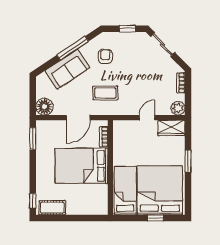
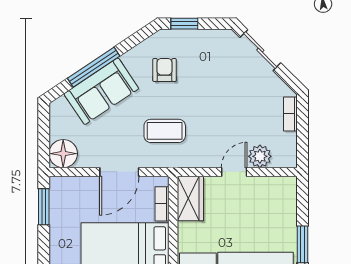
window: (127, 29) -> (184, 24), moved
window: (73, 48) -> (94, 67), moved
plant: (178, 108) -> (260, 156), moved
wardrobe: (171, 128) -> (190, 199), moved, turned -90

